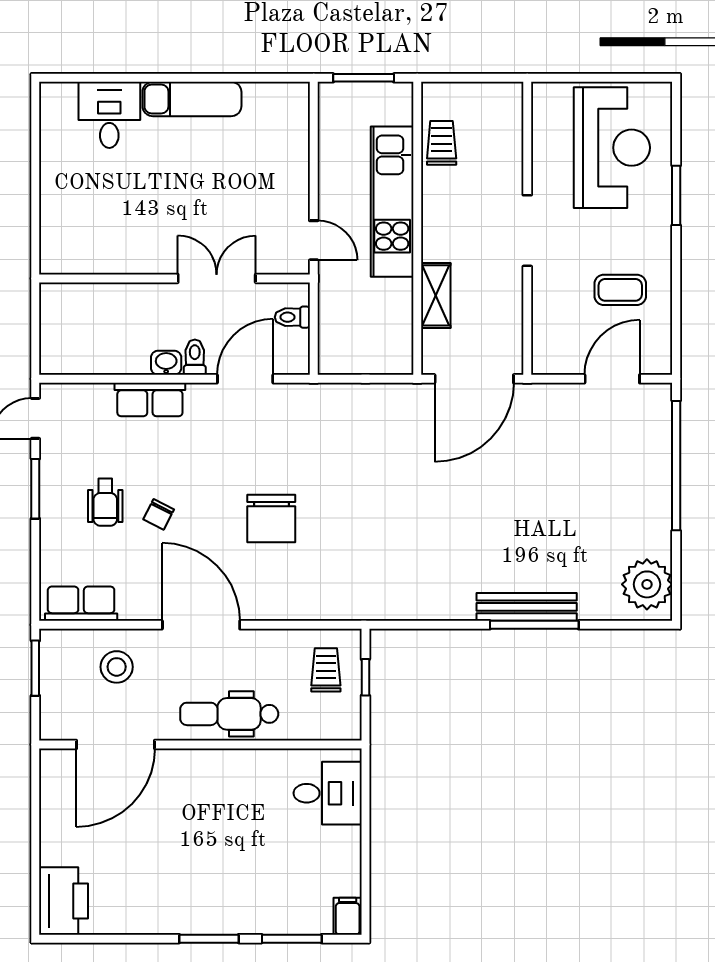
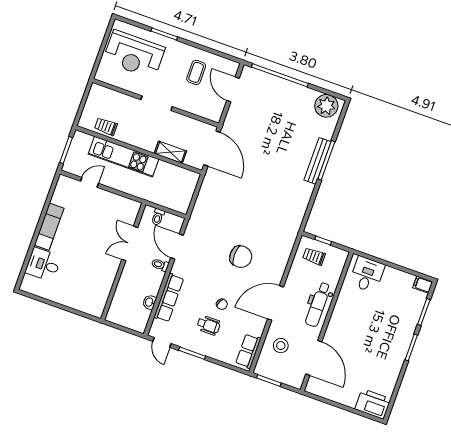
reception desk: (612, 148) -> (134, 54), turned 180
door: (314, 240) -> (90, 182), moved
washbasin: (166, 363) -> (149, 302), moved
row of seats: (150, 400) -> (169, 298), width x1.48

